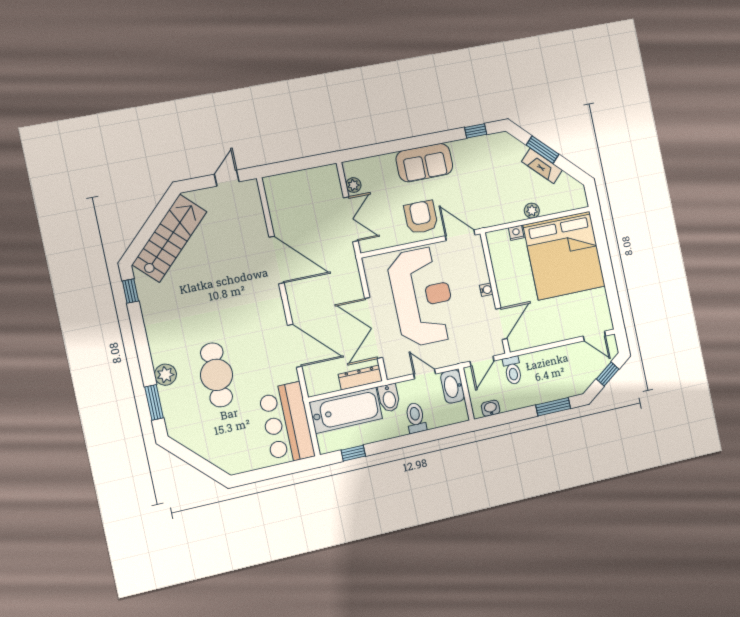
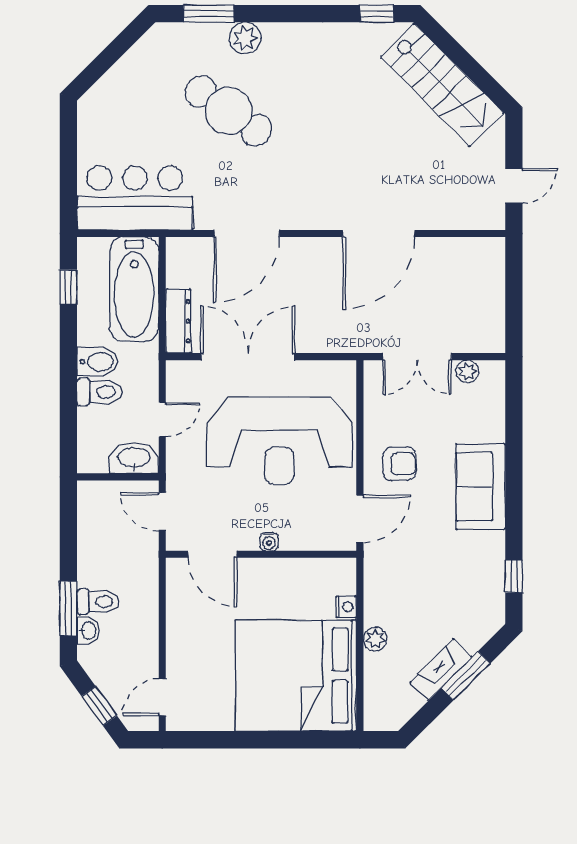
door: (227, 178) -> (514, 186), hinge flipped
armchair: (421, 217) -> (399, 464), width x0.72, depth x0.72
toilet: (513, 370) -> (98, 602), moved, turned 180
cafe table: (216, 375) -> (229, 111), turned 35
bidet: (389, 398) -> (97, 362), moved, turned 180
washbasin: (491, 408) -> (88, 631), moved

